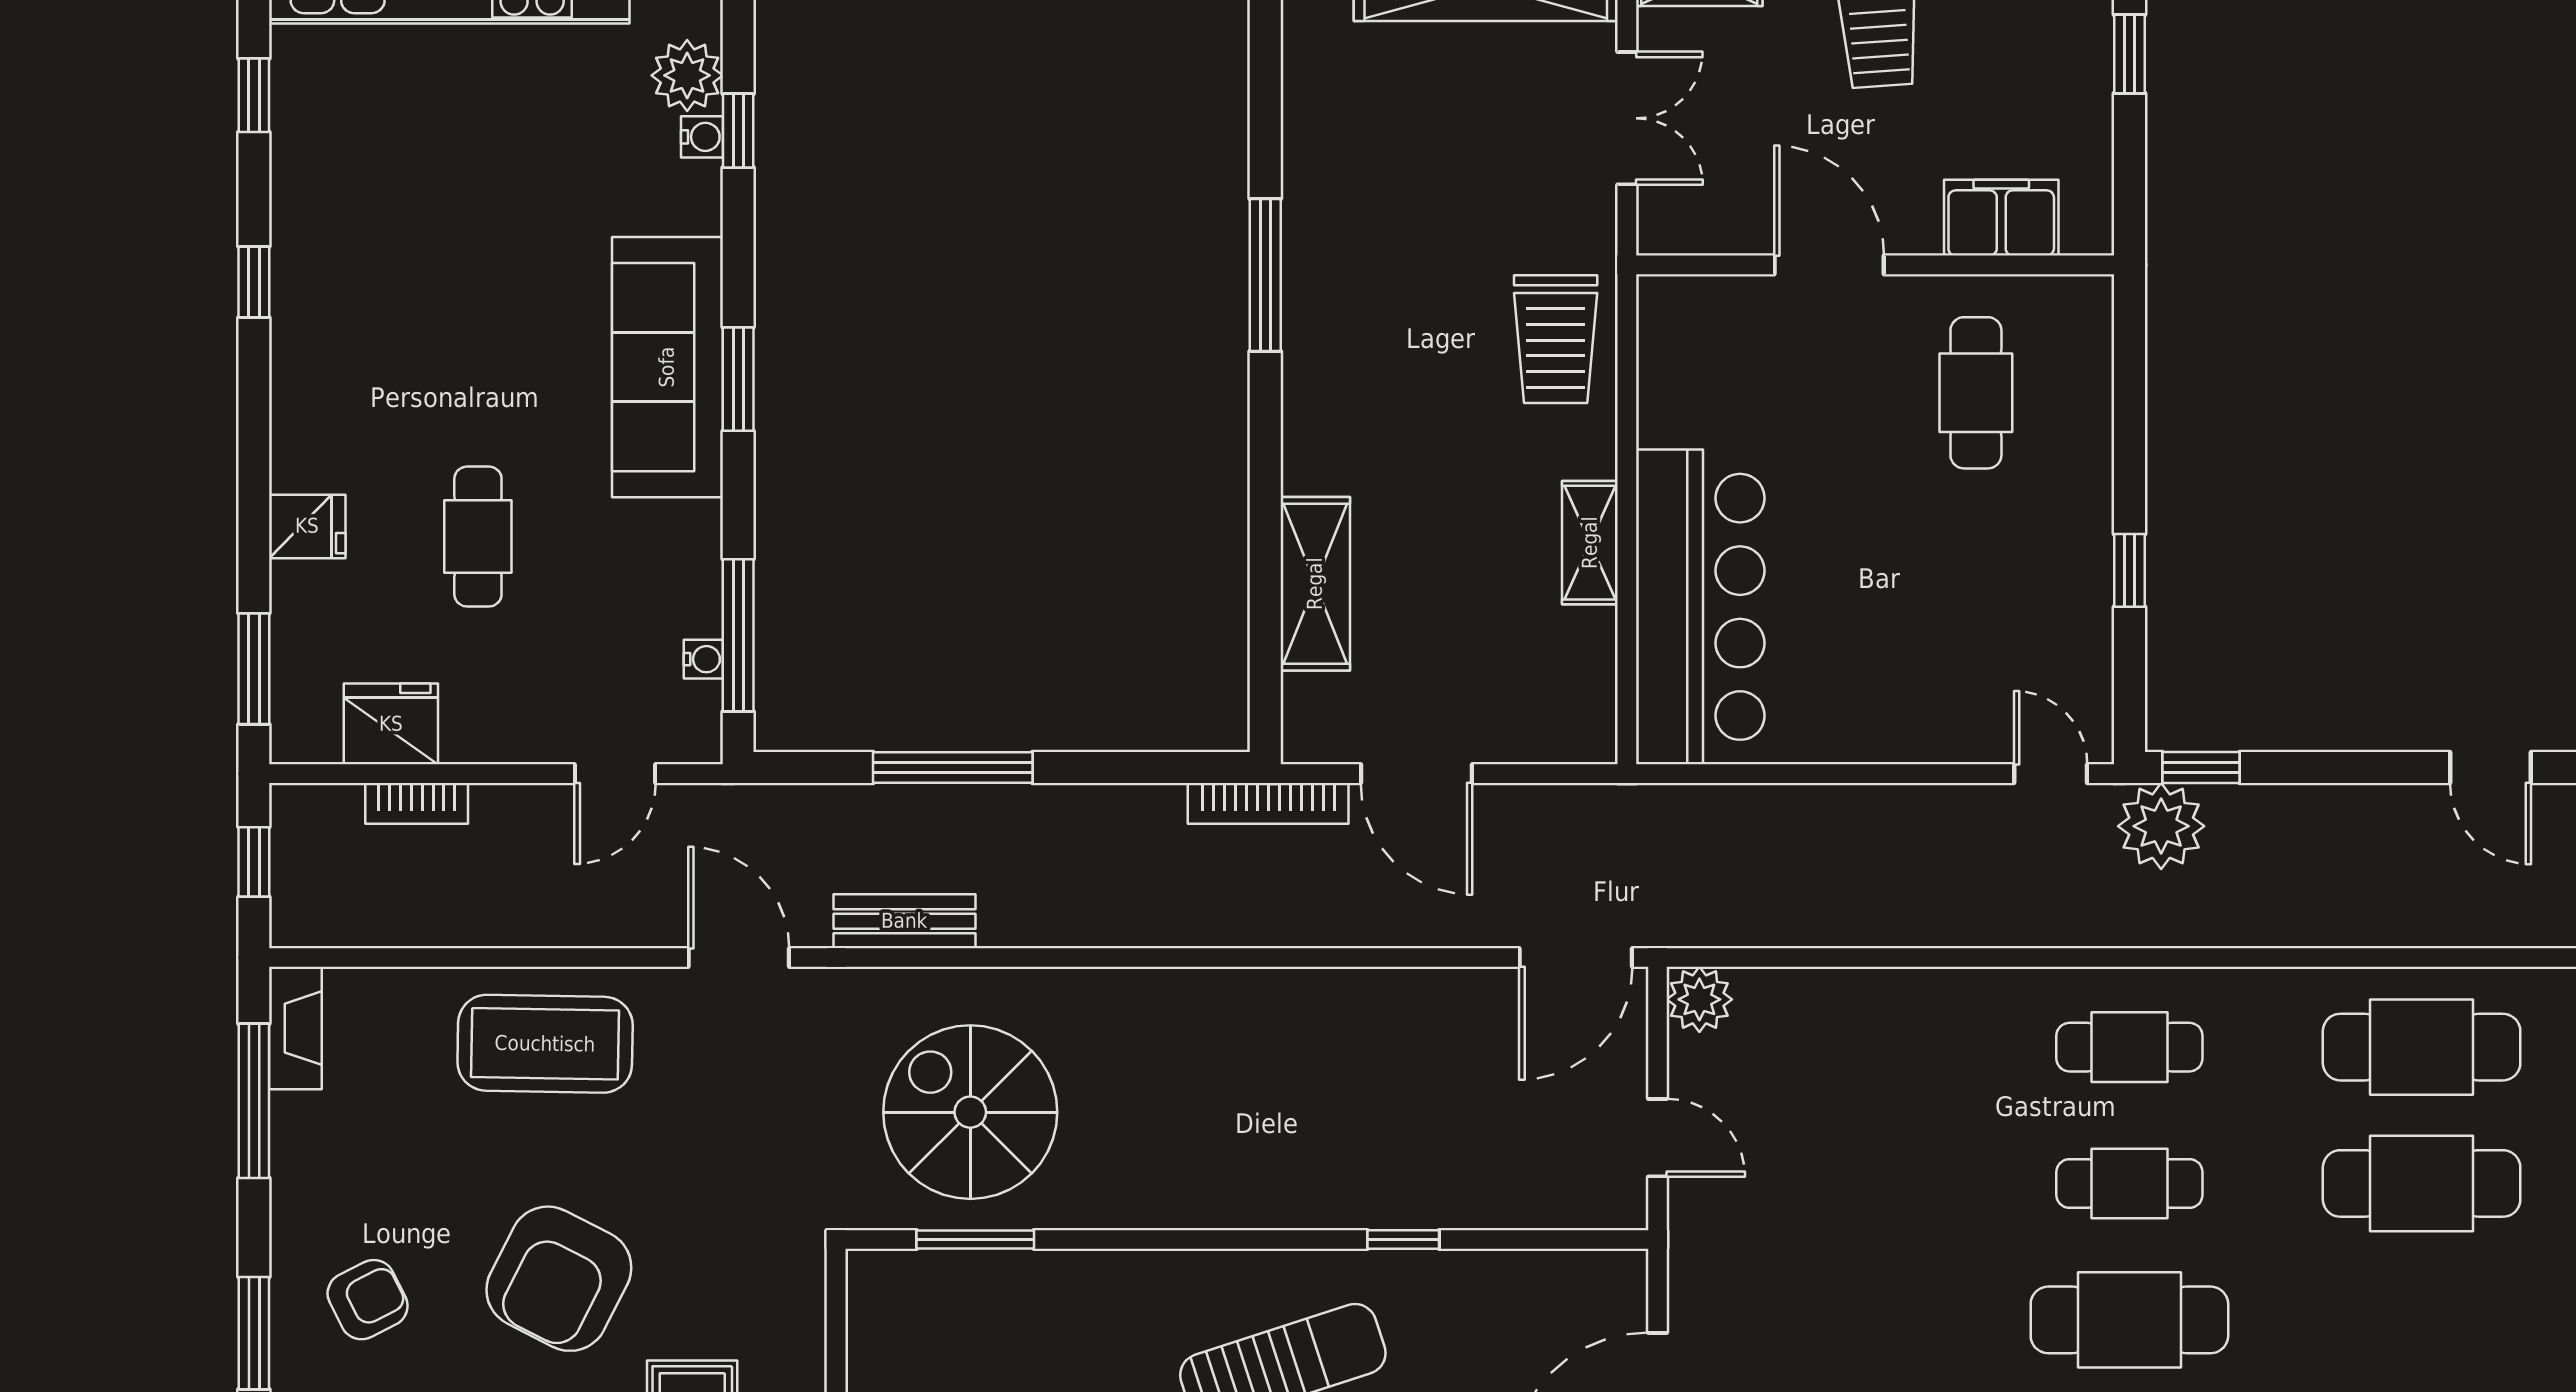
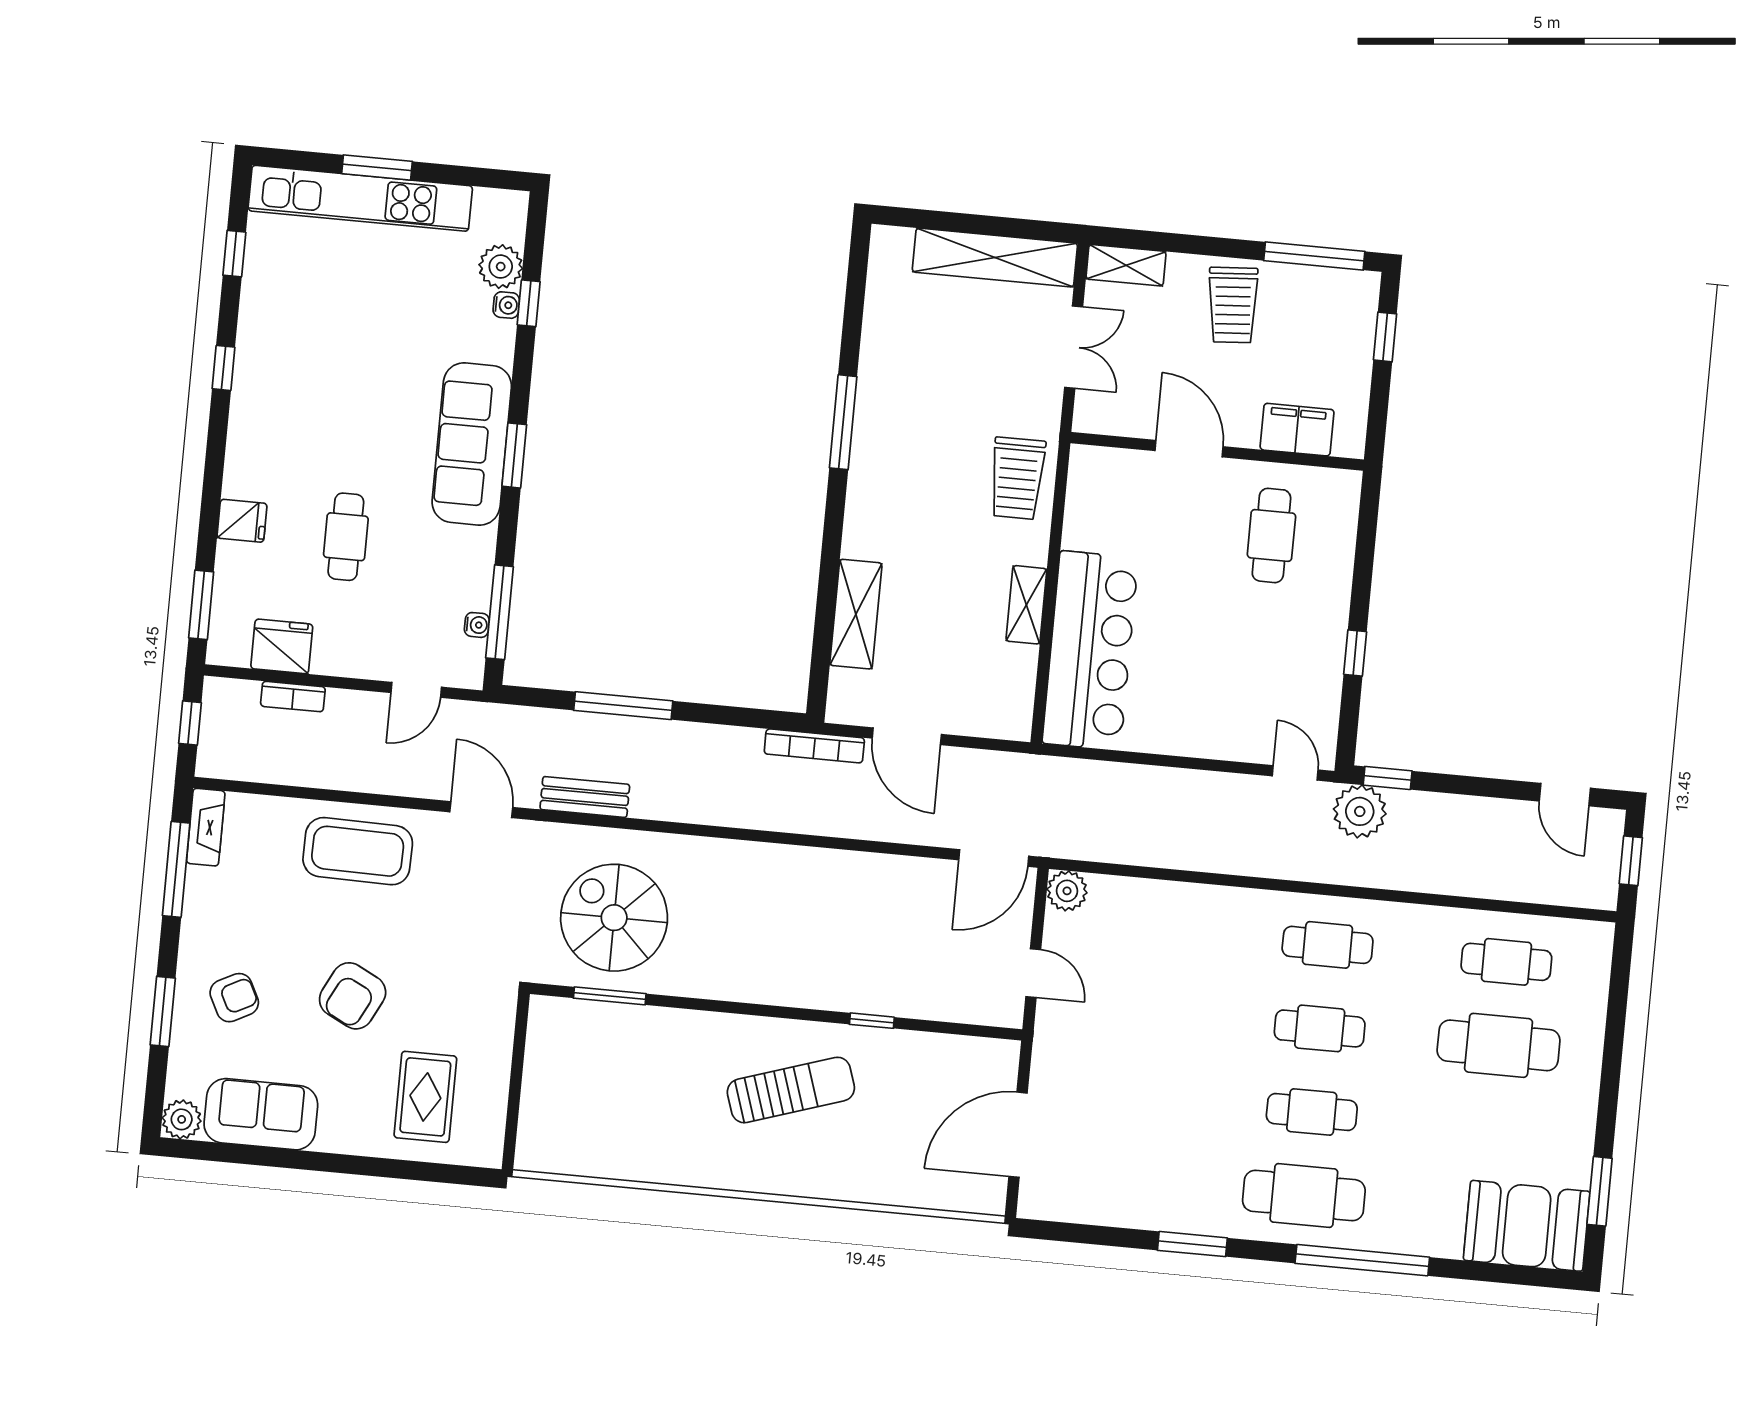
cafe table: (2422, 1047) -> (1506, 962), width x0.73, depth x0.74
armchair: (559, 1279) -> (353, 996), width x0.73, depth x0.73
cafe table: (2129, 1320) -> (1312, 1112), width x0.73, depth x0.74

